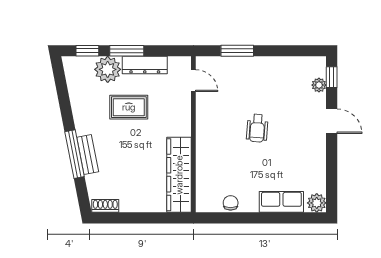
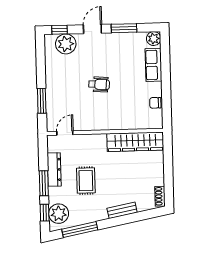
plant: (108, 69) -> (59, 214), moved
plant: (319, 85) -> (66, 44), width x1.88, depth x1.88
window: (75, 154) -> (80, 230), moved
window: (332, 164) -> (124, 28), added

